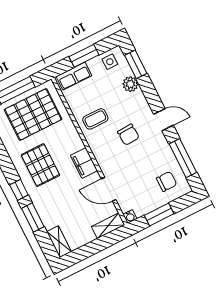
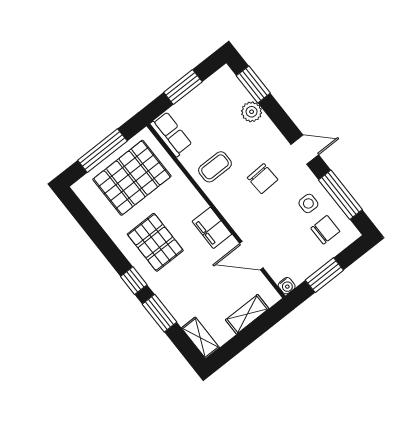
side table: (110, 62) -> (308, 203), moved
row of seats: (74, 76) -> (171, 134), moved, turned -90
shelving: (108, 226) -> (247, 314), moved

